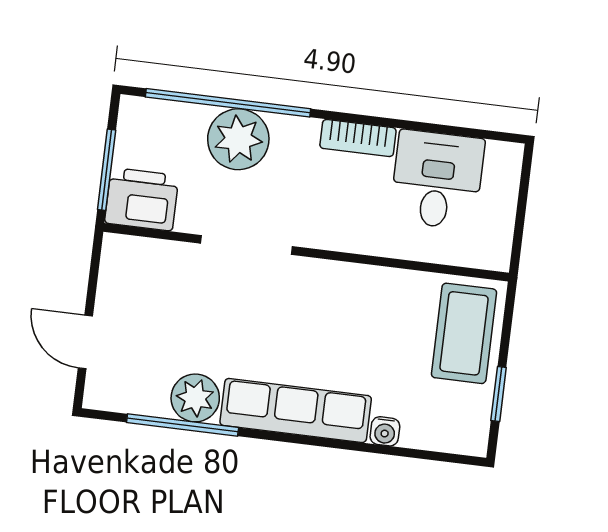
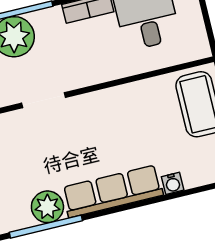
doorway: (247, 245) -> (44, 100), width x0.73

